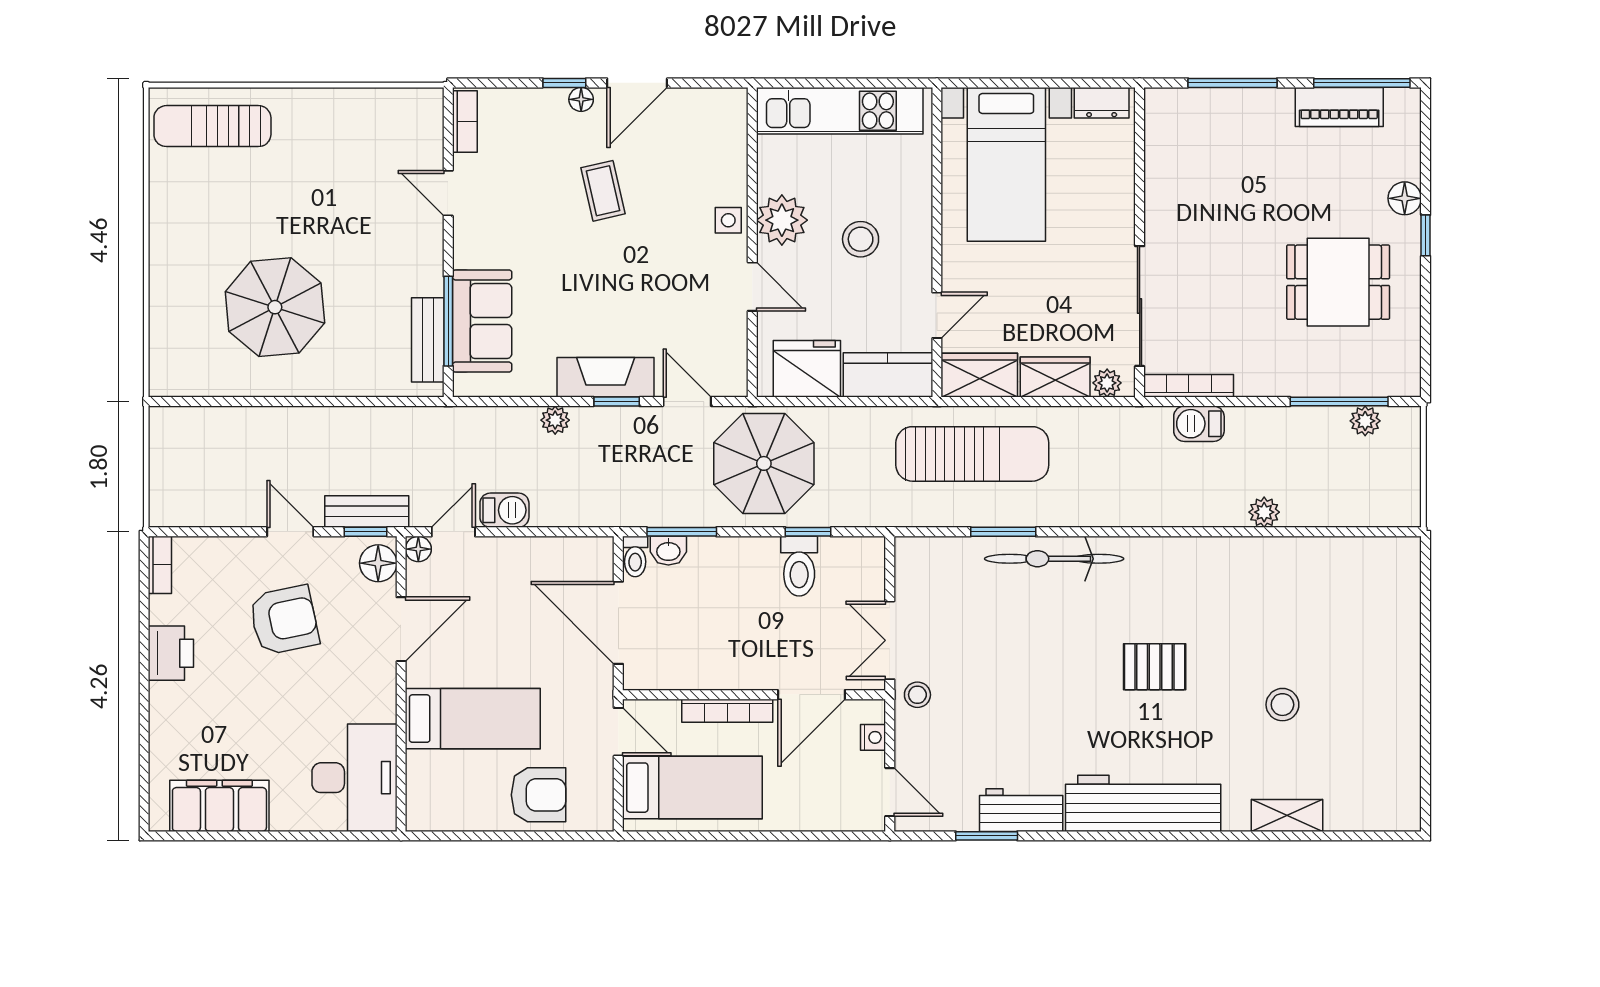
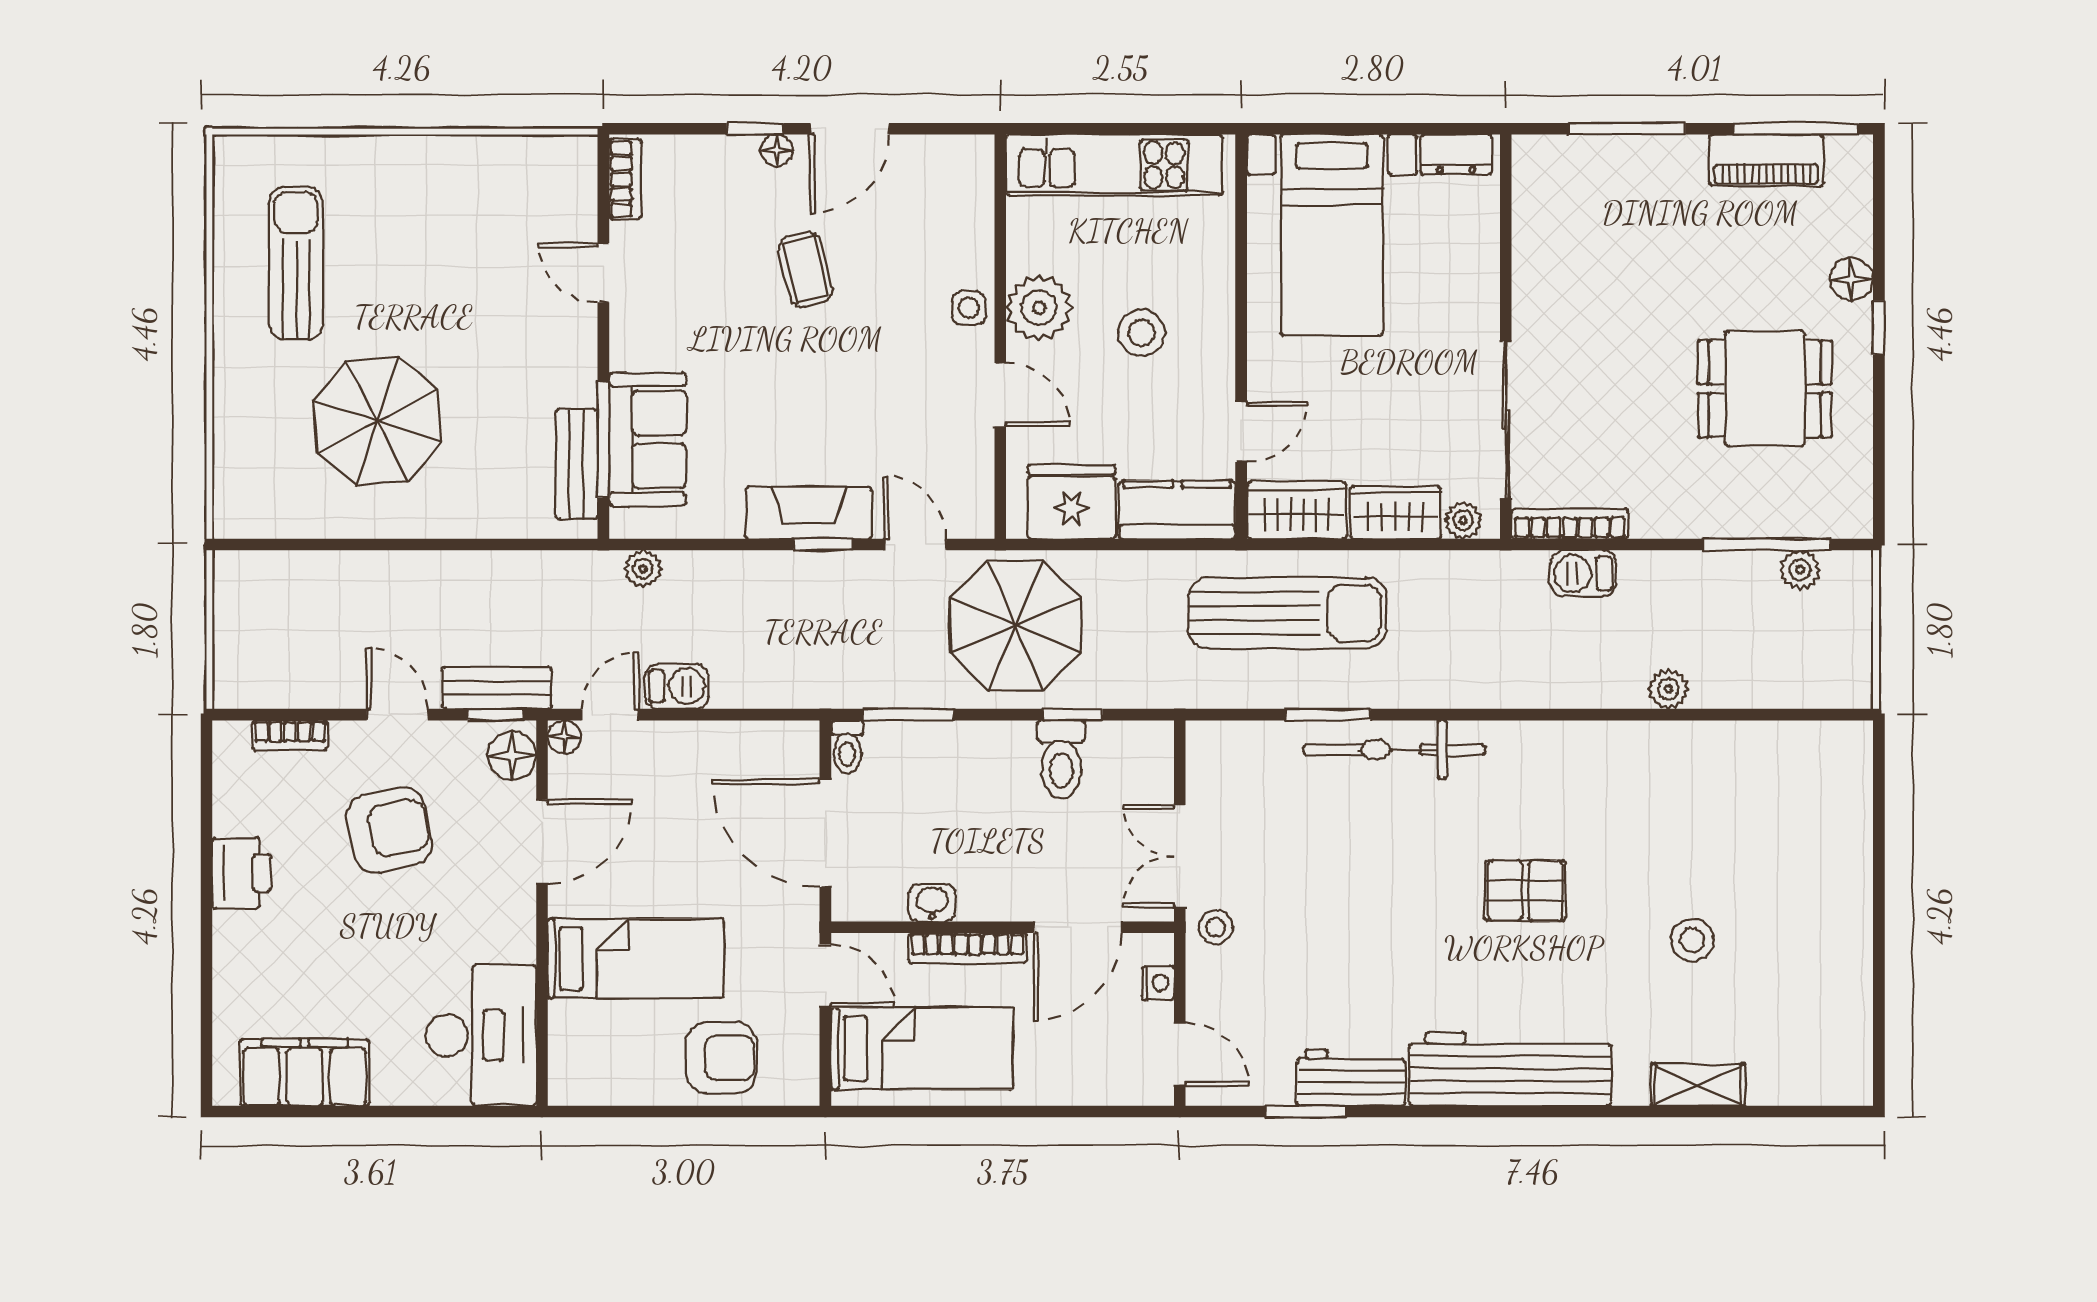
sun lounger: (212, 126) -> (296, 263), moved, turned 90
plant: (555, 420) -> (643, 569), moved
washbasin: (668, 551) -> (932, 903), moved, turned 180
bookcase: (160, 565) -> (290, 735), moved, turned 90

